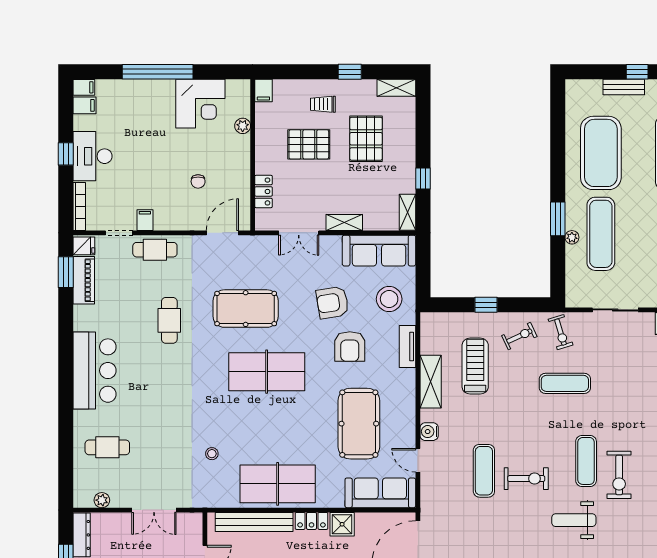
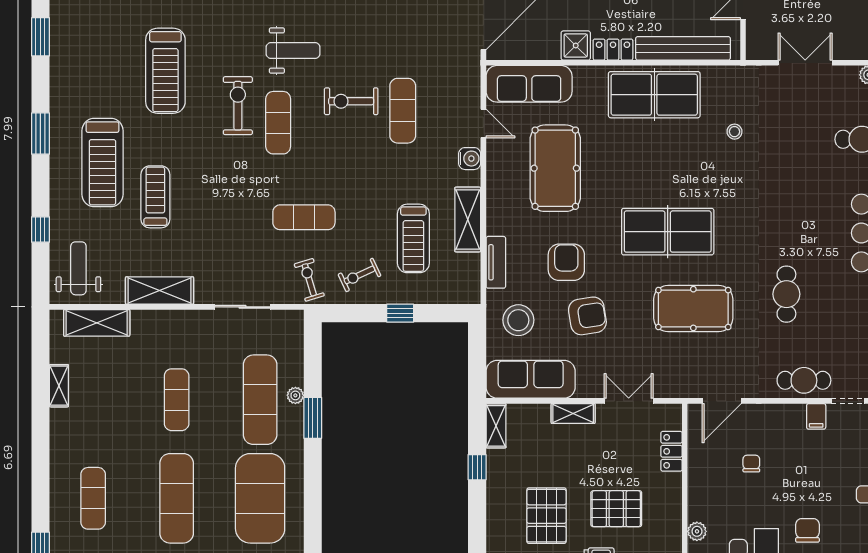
chair: (152, 127) -> (807, 530), added

